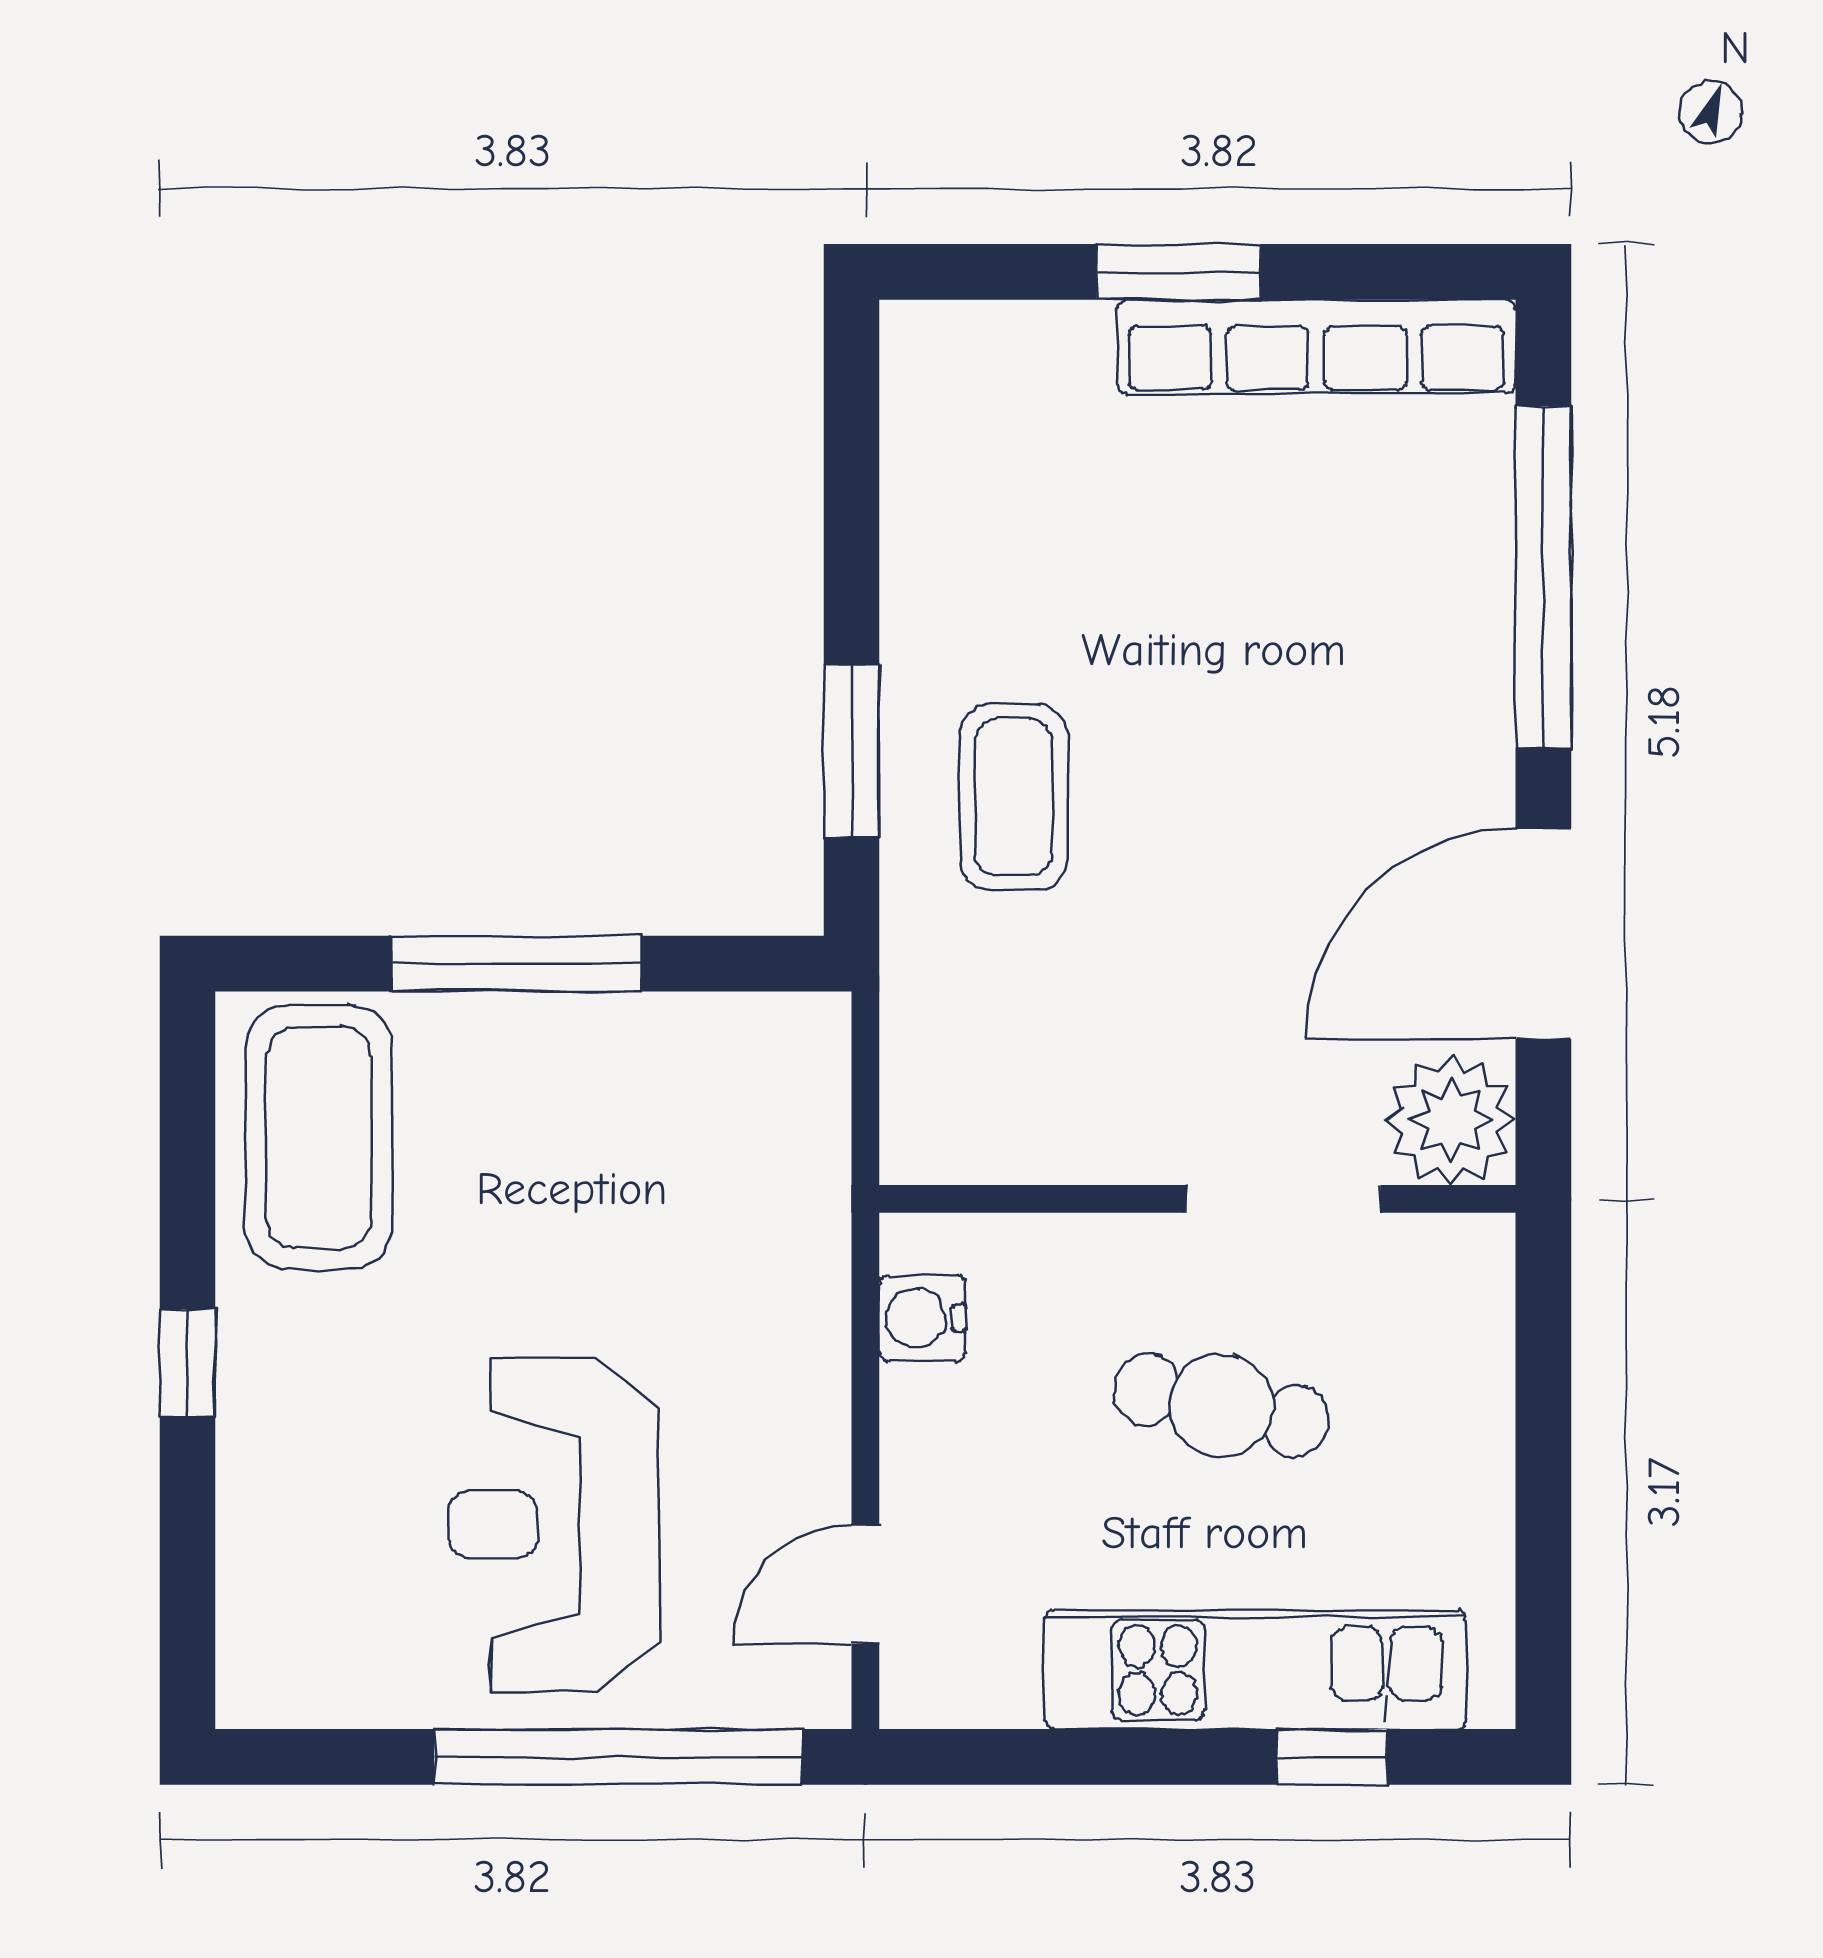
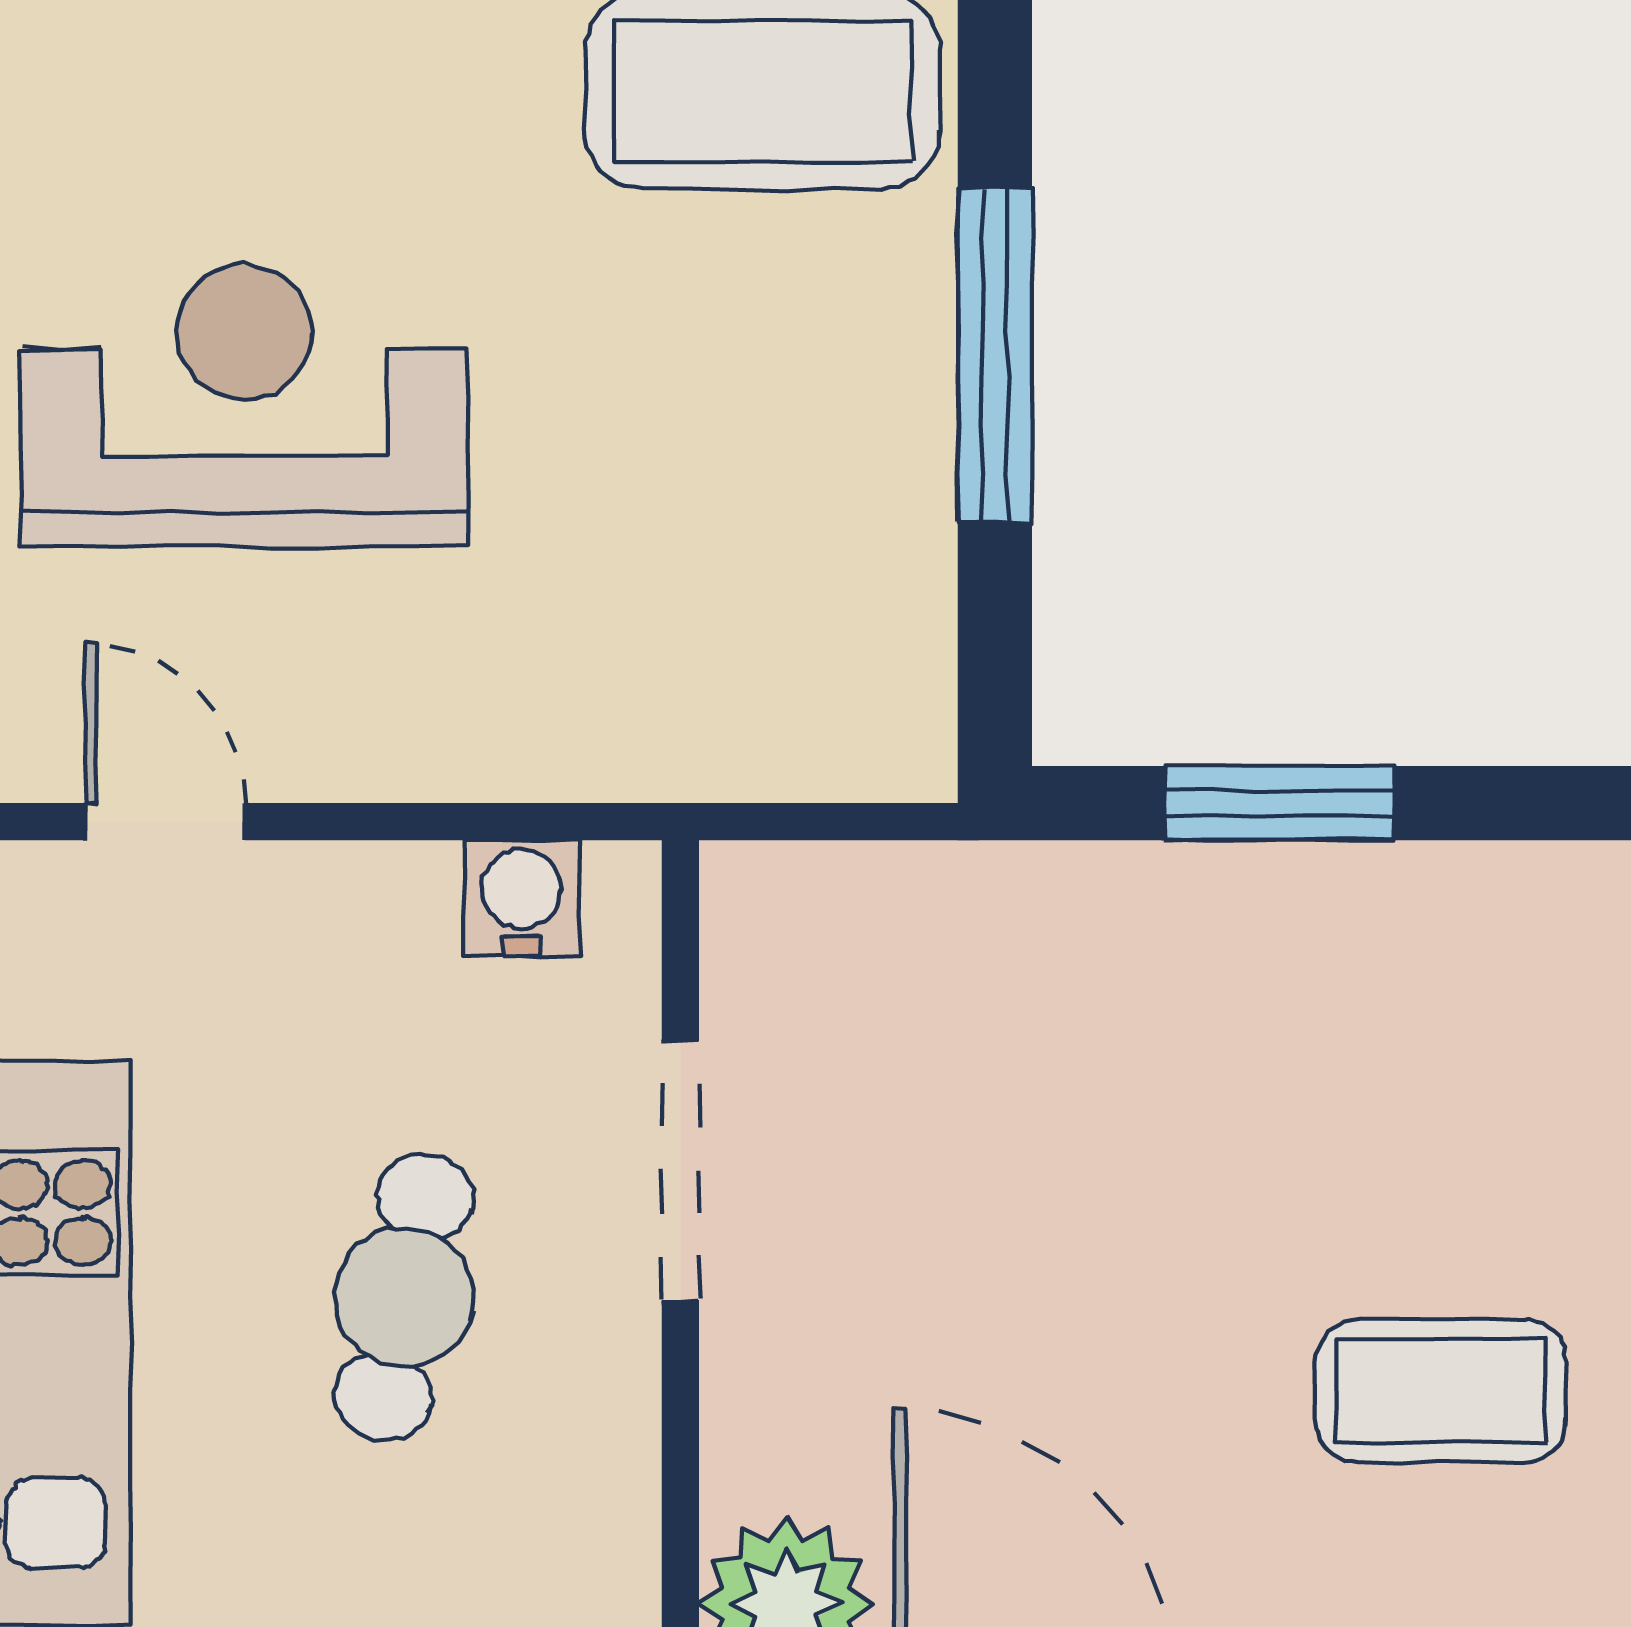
coffee table: (1014, 797) -> (1441, 1391), moved
doorway: (1284, 1199) -> (680, 1171), moved

